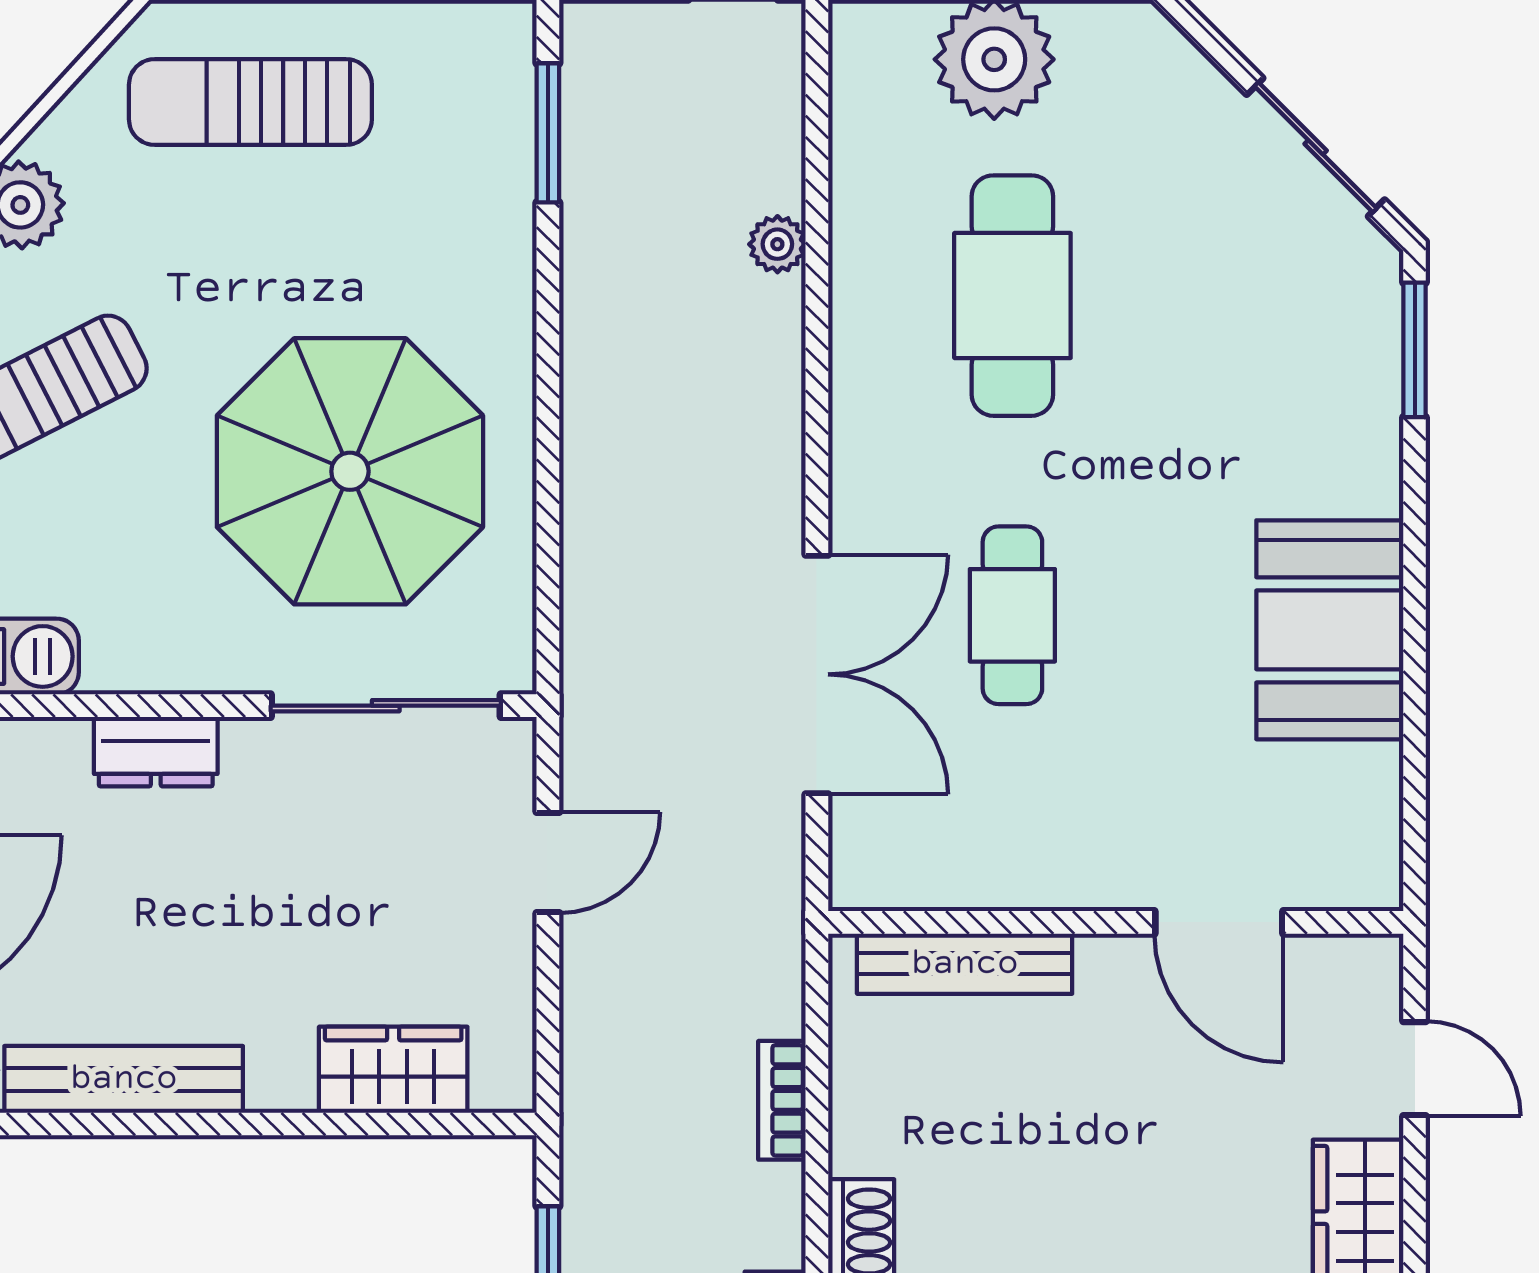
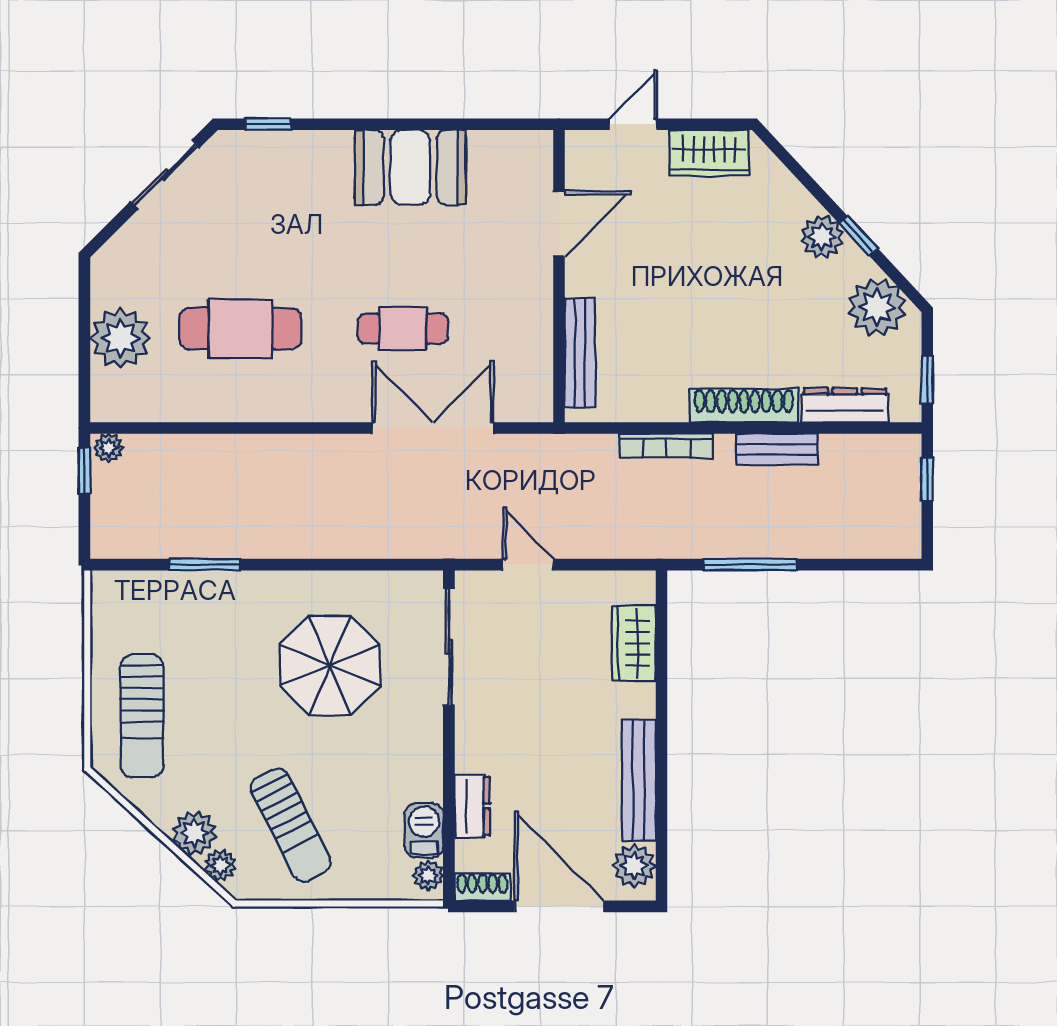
window: (548, 133) -> (205, 565), moved
plant: (777, 244) -> (109, 448), moved
window: (1415, 350) -> (268, 124), width x0.67
parasol: (350, 471) -> (330, 665), width x0.73, depth x0.73
dresser: (156, 752) -> (472, 806), moved
bookcase: (782, 1100) -> (666, 446), width x1.56

